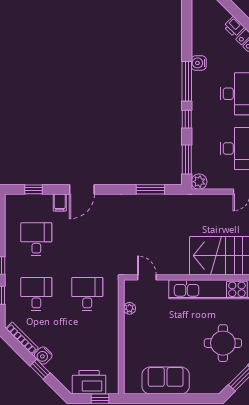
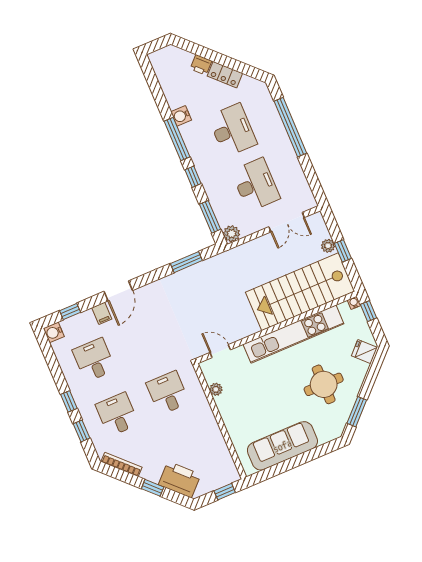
water cooler: (43, 356) -> (54, 332), moved, turned 45
sofa: (166, 380) -> (282, 446), width x1.36
printer: (89, 382) -> (180, 480), moved, turned 45

